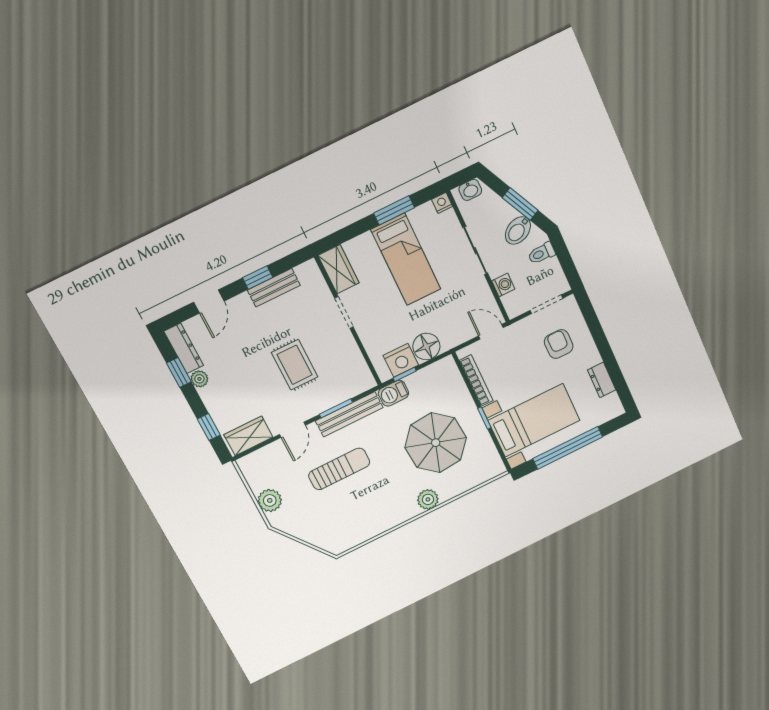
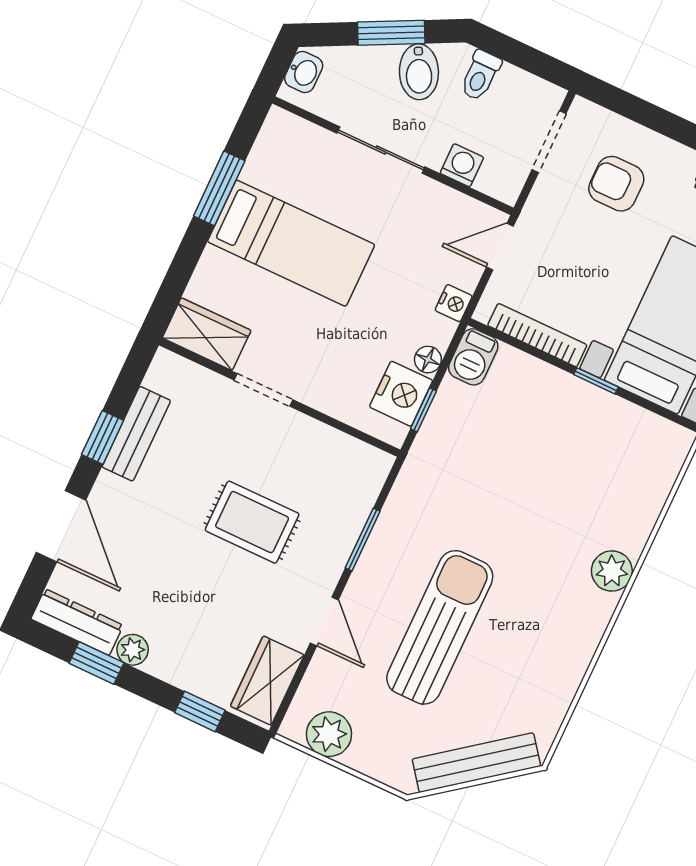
nightstand: (442, 203) -> (454, 303), moved, turned 180
door: (209, 302) -> (61, 526), width x1.38
floor lamp: (426, 347) -> (428, 360), width x0.53, depth x0.53
barbecue: (393, 393) -> (473, 357), moved
bench: (349, 414) -> (476, 763), moved, turned 53
parasol: (436, 443) -> (553, 475), removed
sun lounger: (339, 469) -> (440, 627), width x1.36, depth x1.34
plant: (270, 500) -> (329, 734), moved

